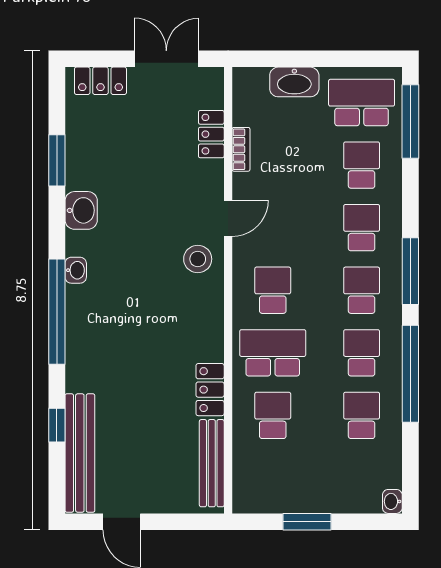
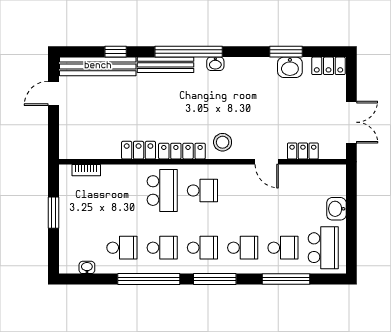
locker: (100, 81) -> (329, 66), moved, turned -90
washbasin: (294, 82) -> (336, 209), width x0.72
window: (410, 122) -> (286, 279), moved
bookcase: (241, 149) -> (86, 170), moved
washbasin: (81, 210) -> (290, 67), moved
door: (228, 218) -> (267, 162), moved
locker: (212, 322) -> (182, 151), added
school desk: (273, 415) -> (122, 191), removed
bench: (212, 463) -> (165, 65), moved
washbasin: (392, 501) -> (87, 267), moved

